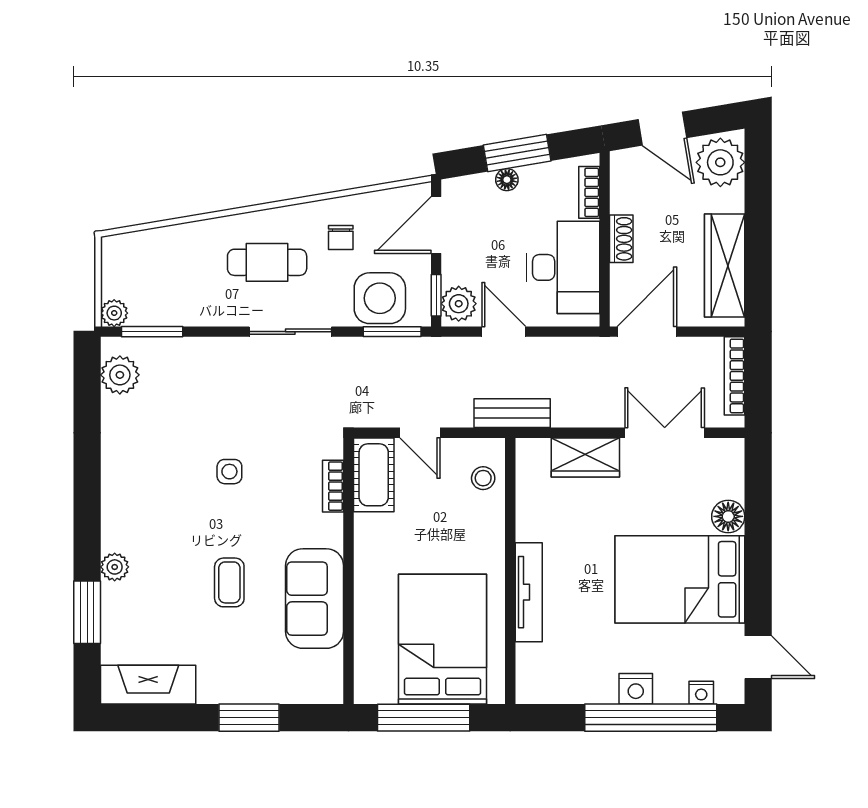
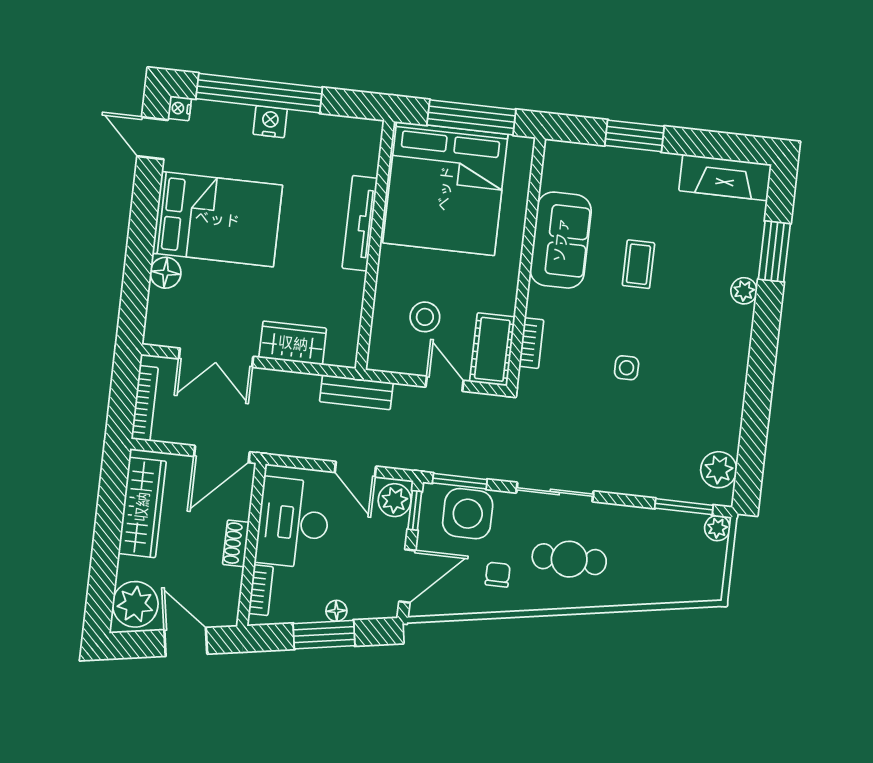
stool: (483, 478) -> (425, 317), moved, width x1.37, depth x1.37
bed: (443, 639) -> (445, 189), width x1.36
nightstand: (701, 693) -> (180, 108), moved, turned -90

